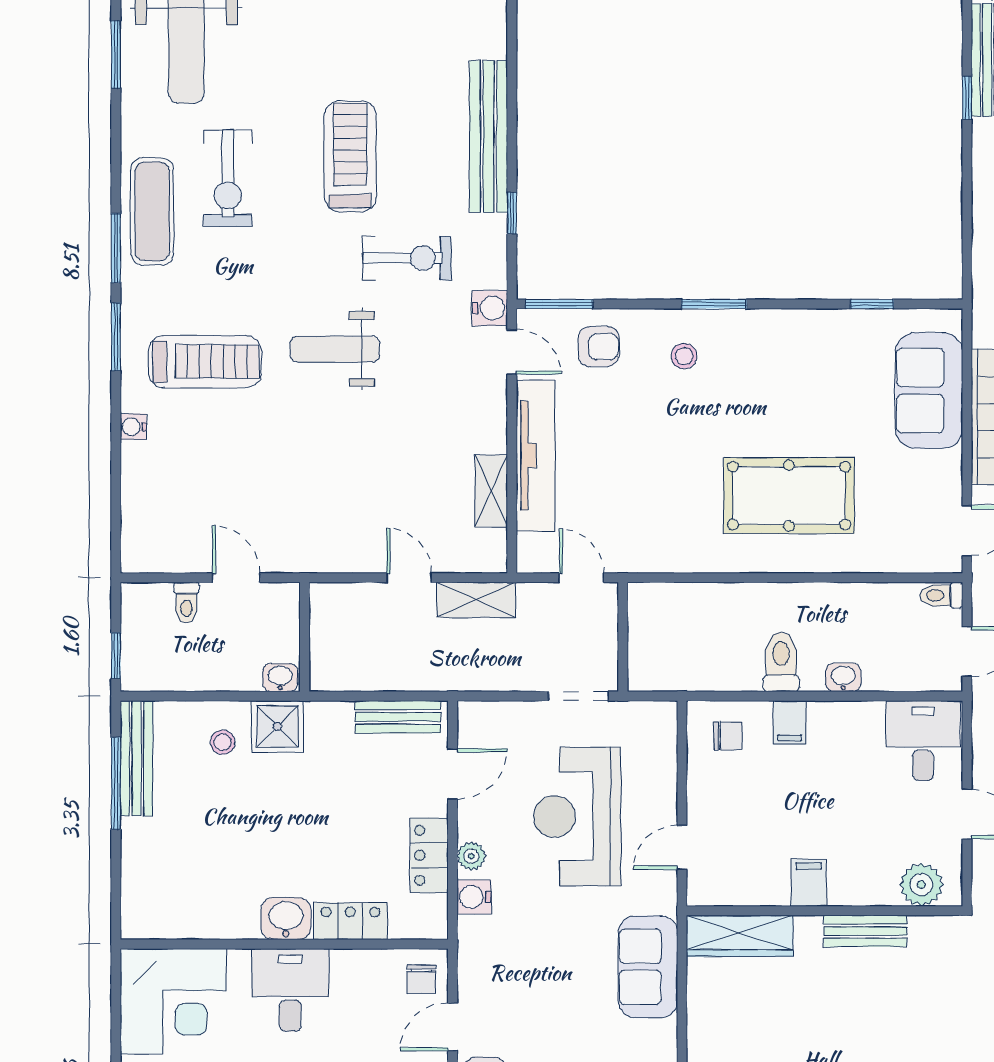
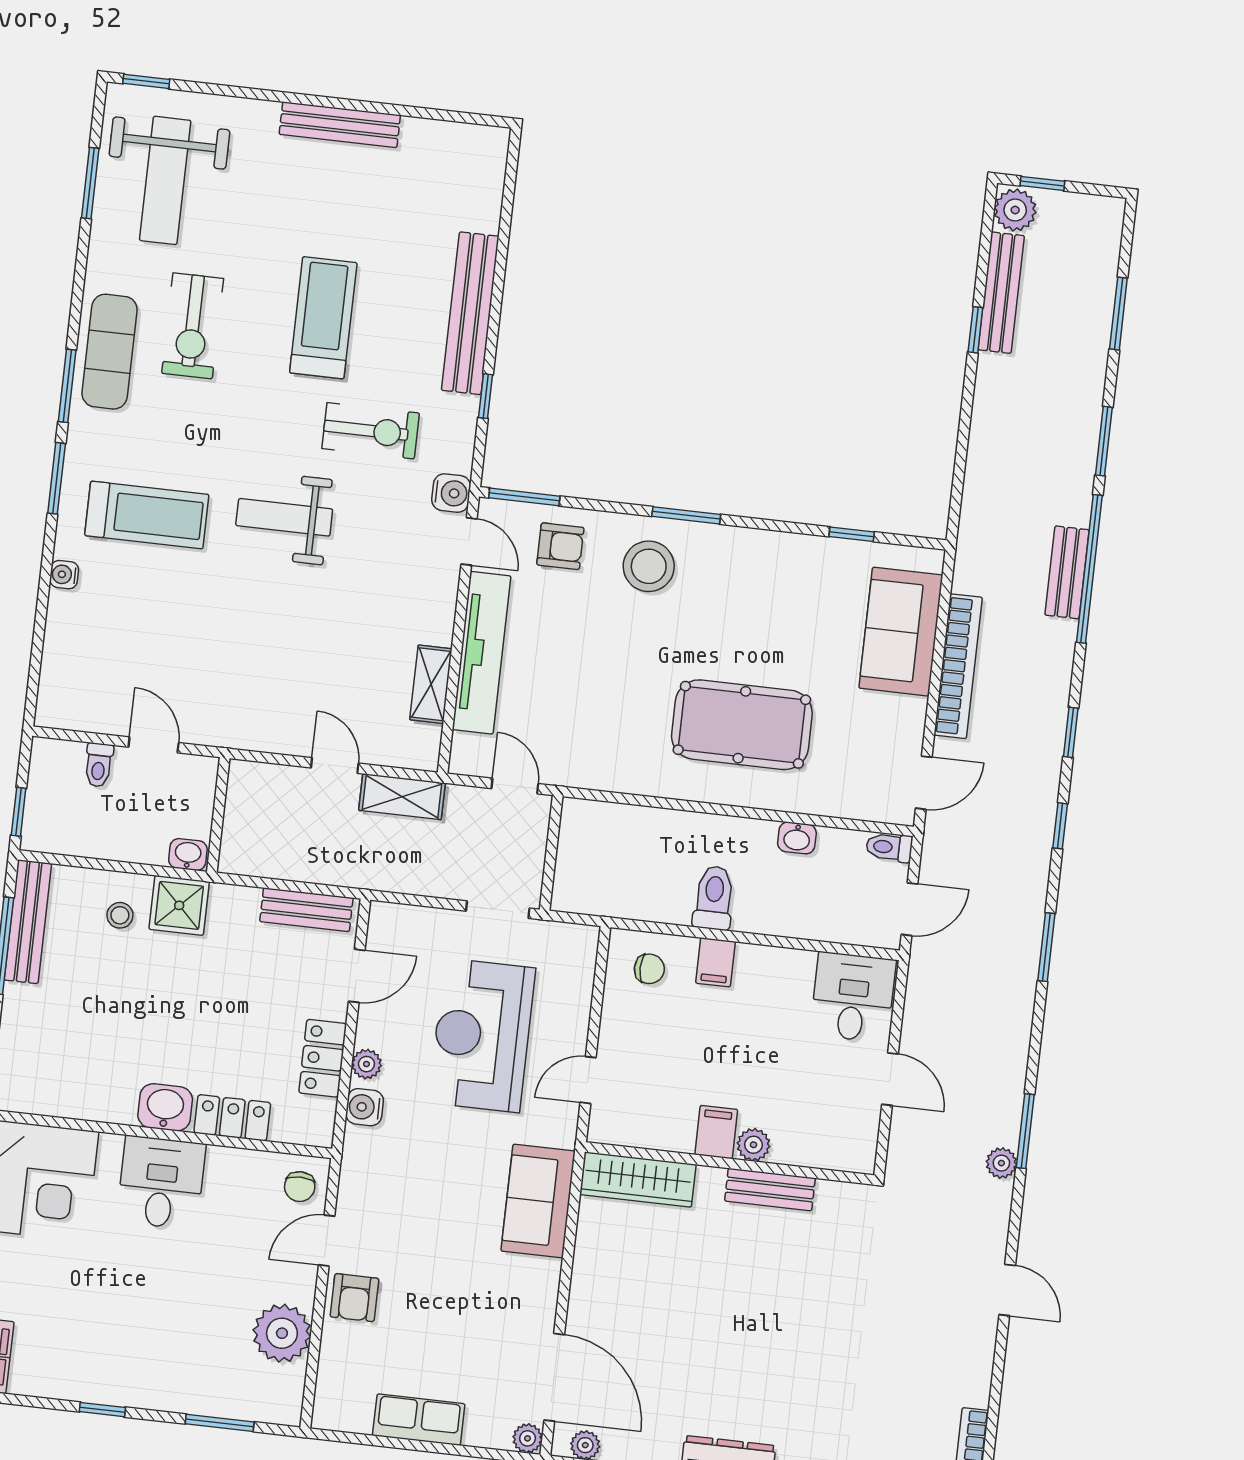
stool: (684, 356) -> (649, 566), width x1.89, depth x1.89
washbasin: (843, 677) -> (797, 838), moved, turned 180
plant: (921, 885) -> (753, 1145), moved, width x0.73, depth x0.73

